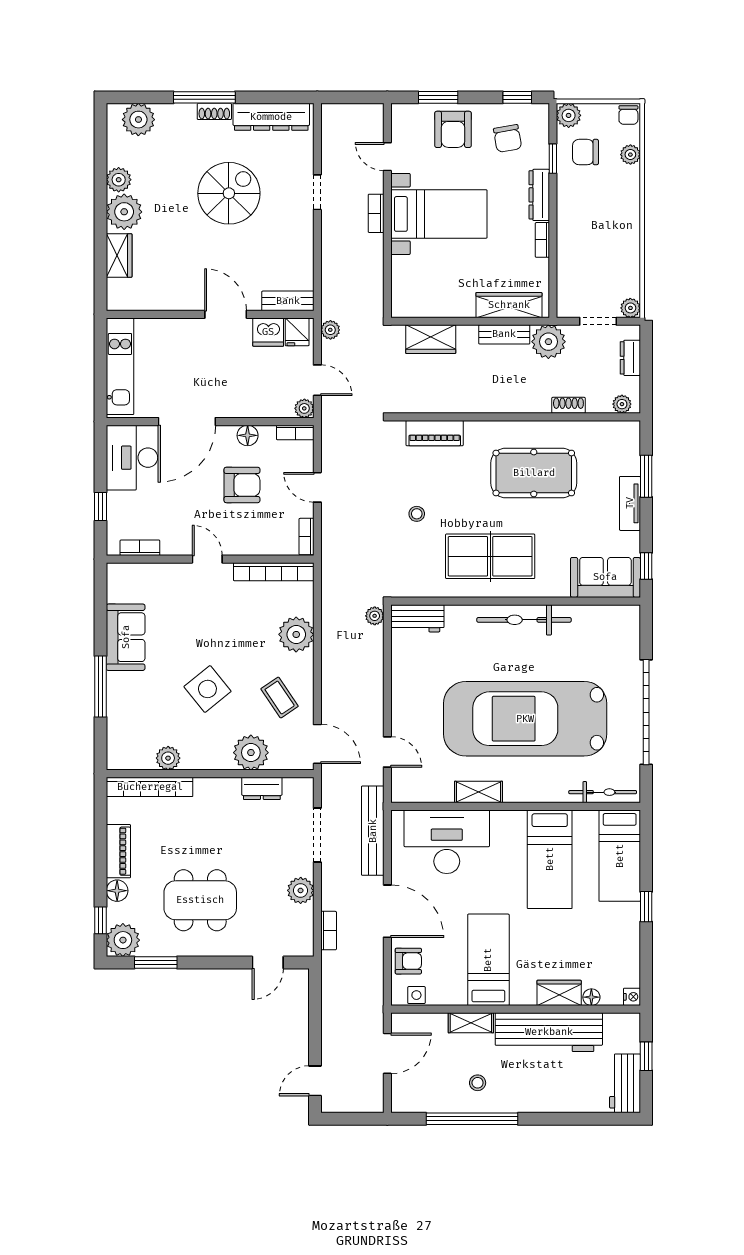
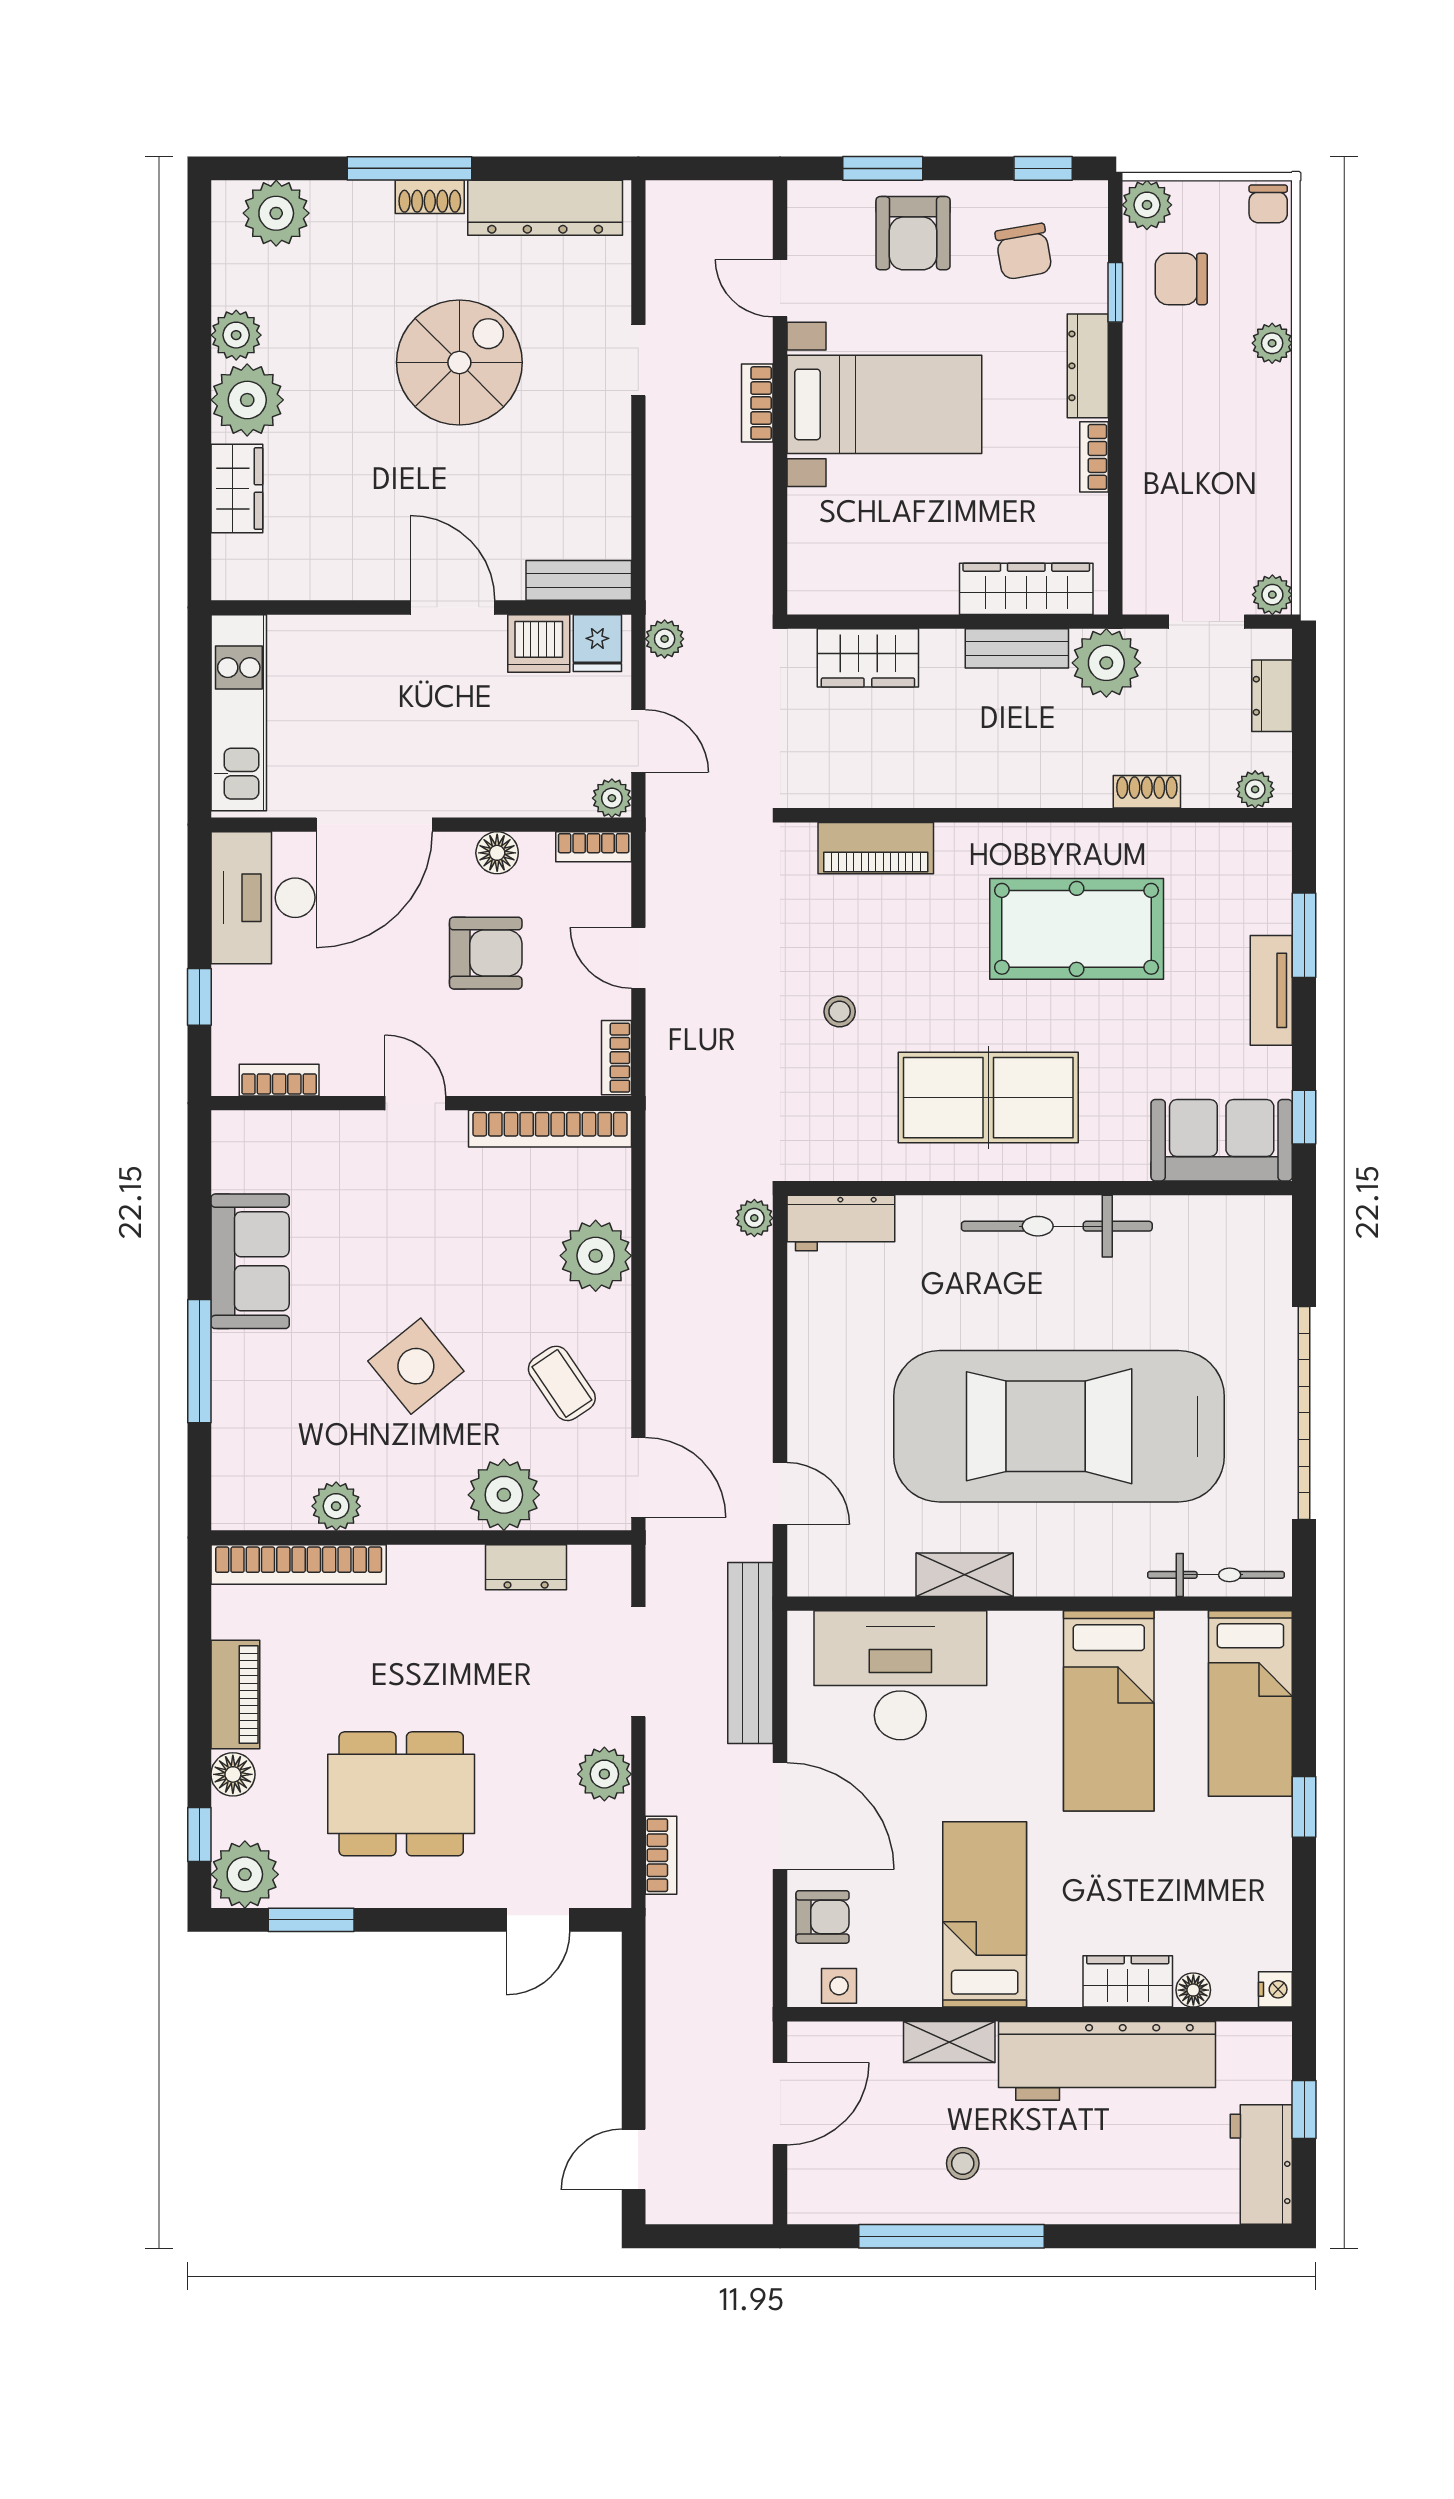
plant: (630, 155) -> (1272, 343), moved

